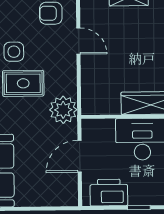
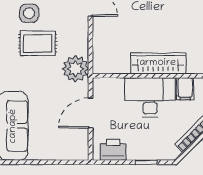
printer: (109, 193) -> (113, 150), width x0.73, depth x0.84

